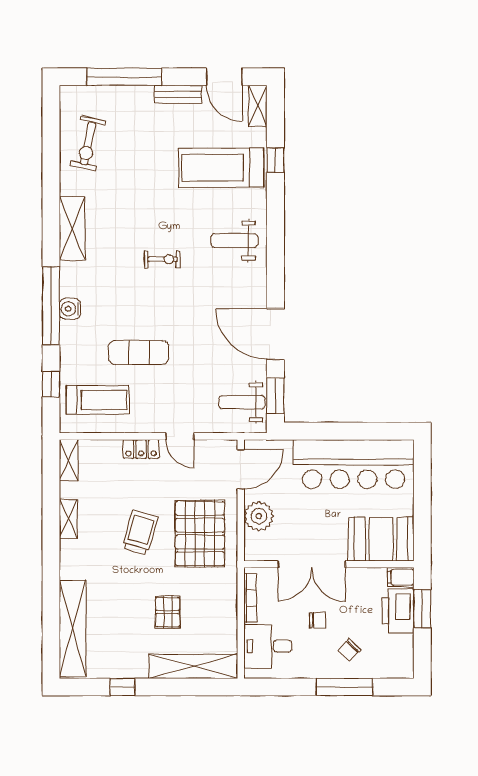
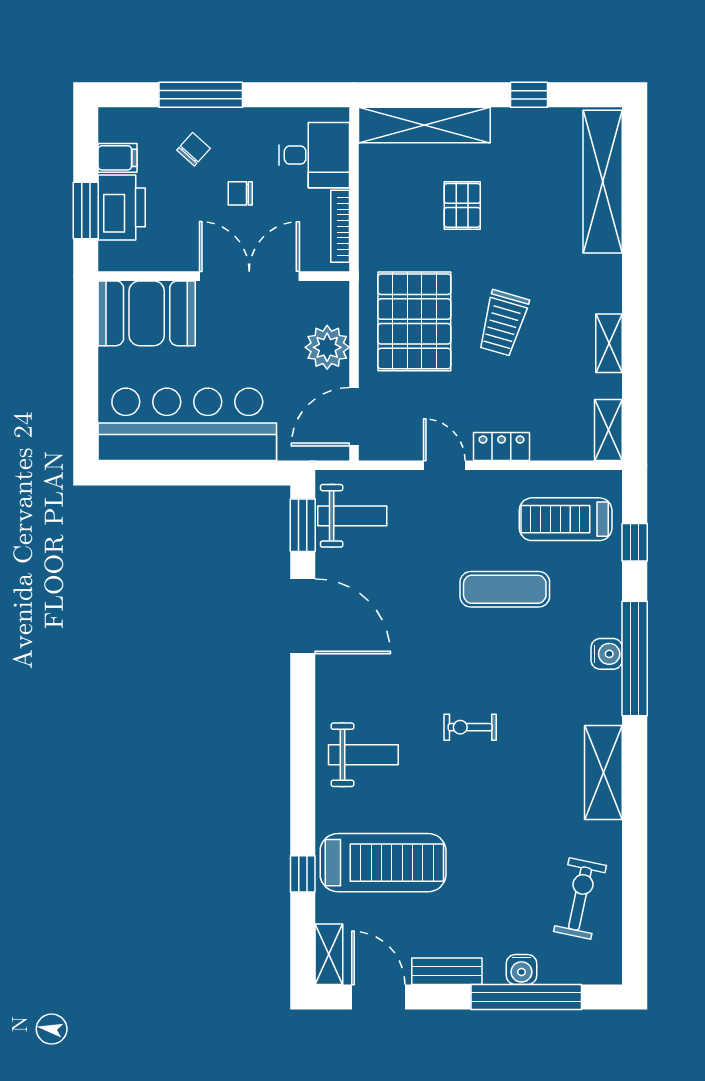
water cooler: (128, 95) -> (521, 970), added
filing cabinet: (401, 577) -> (117, 158), moved

